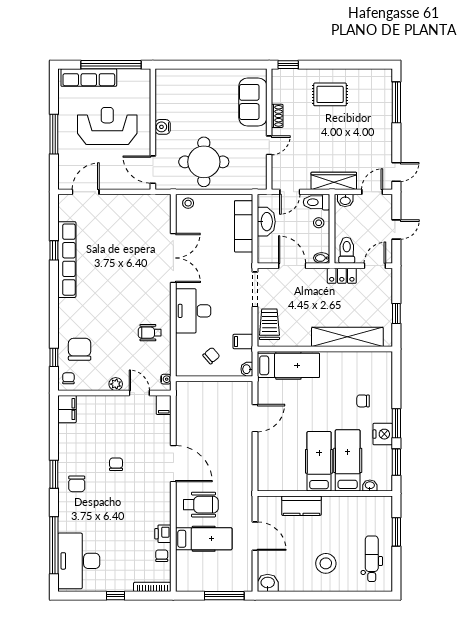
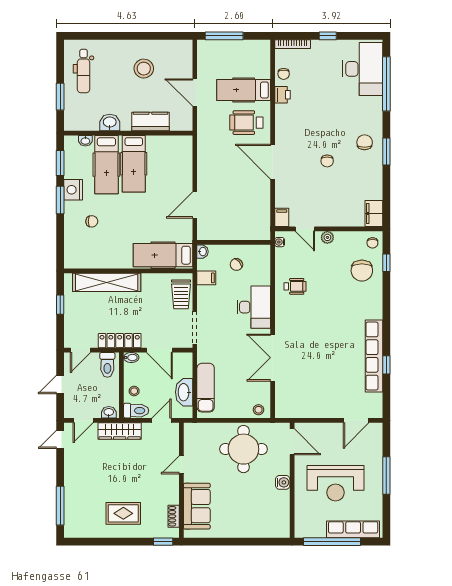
shoe rack: (277, 116) -> (174, 516), moved
locker: (342, 276) -> (120, 341), width x1.53
stool: (326, 563) -> (144, 69), moved
washbasin: (268, 583) -> (110, 123), moved, turned 180

